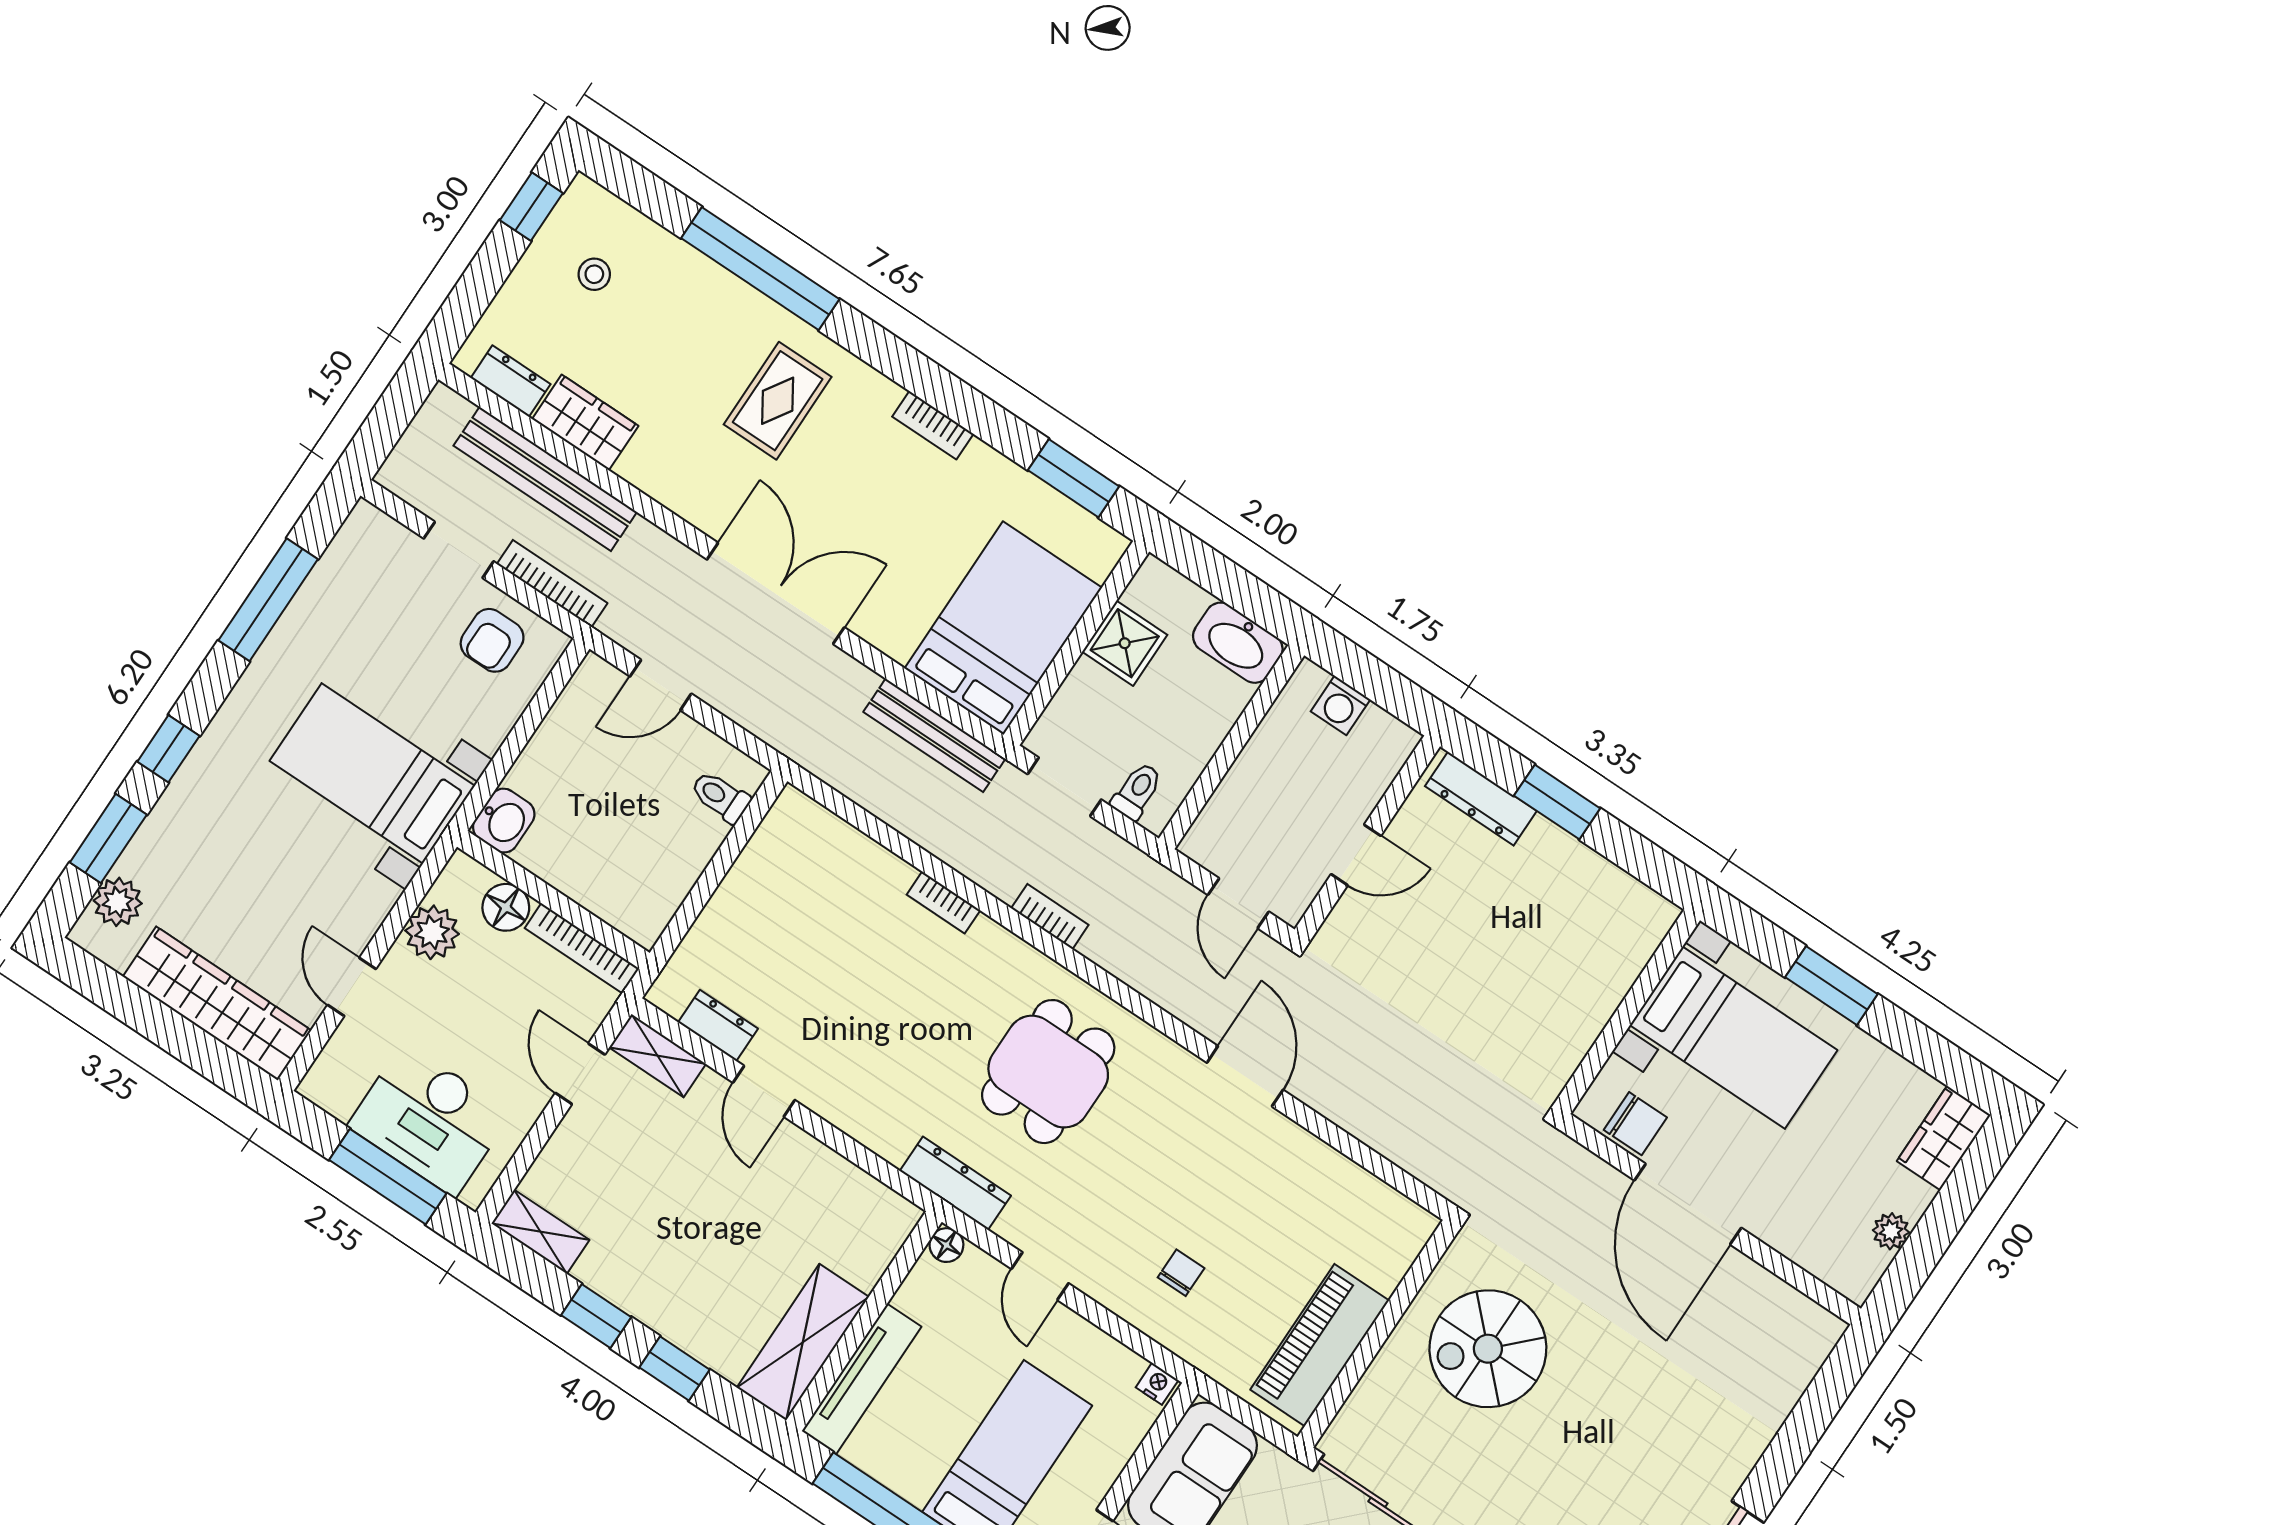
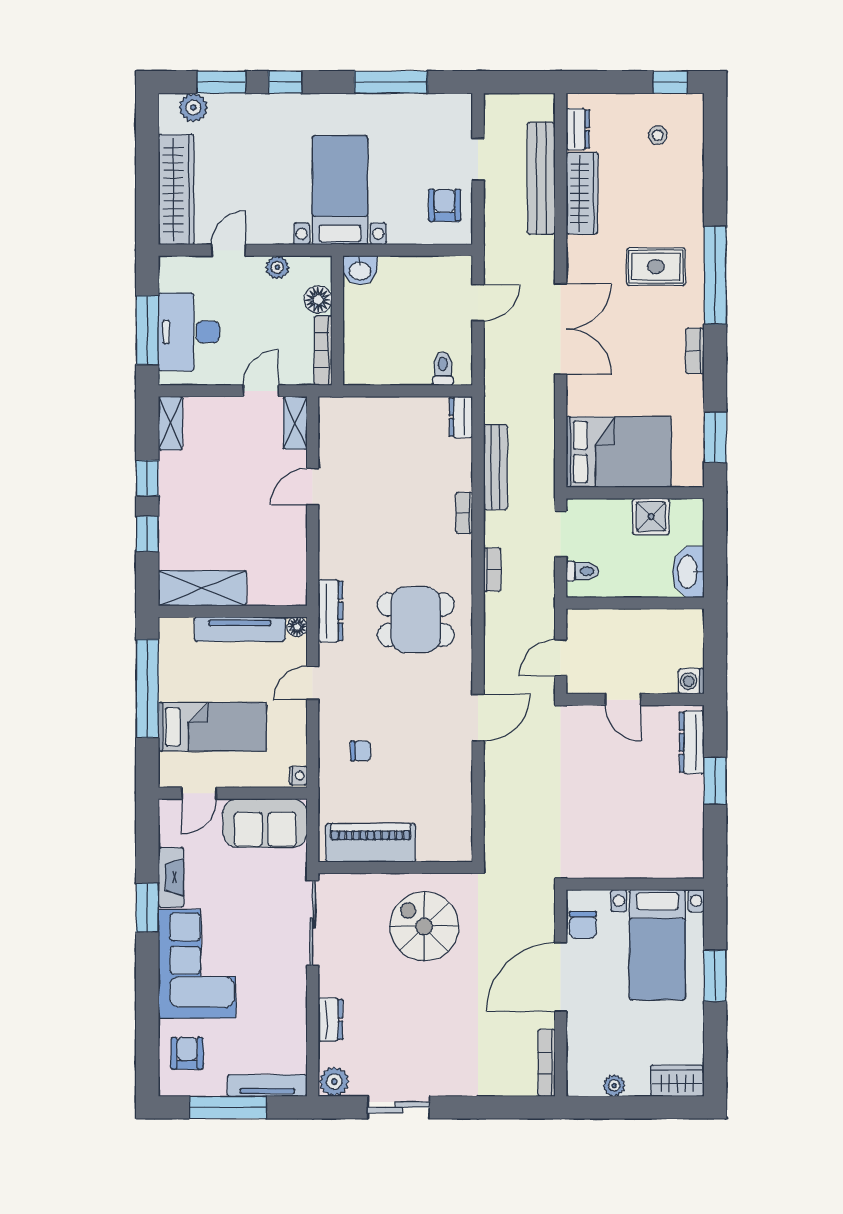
window: (760, 269) -> (715, 275), moved
wardrobe: (585, 422) -> (582, 193), width x1.50
bookcase: (552, 584) -> (547, 1063), moved, turned 180
armchair: (492, 640) -> (445, 205), turned 90
door: (661, 685) -> (478, 303), swing flipped
washing machine: (1341, 705) -> (691, 681), moved
bench: (934, 735) -> (495, 467), moved
plant: (432, 932) -> (277, 267), width x0.73, depth x0.73
dresser: (718, 1026) -> (461, 417), moved, turned 180
tv unit: (862, 1379) -> (240, 629), moved

